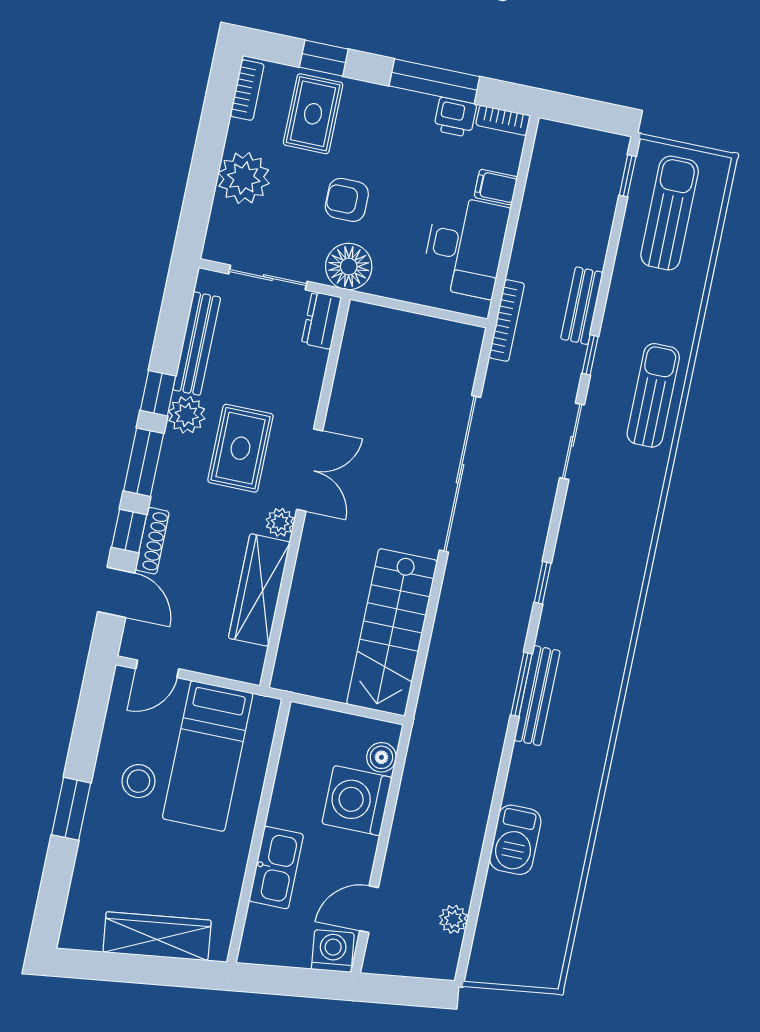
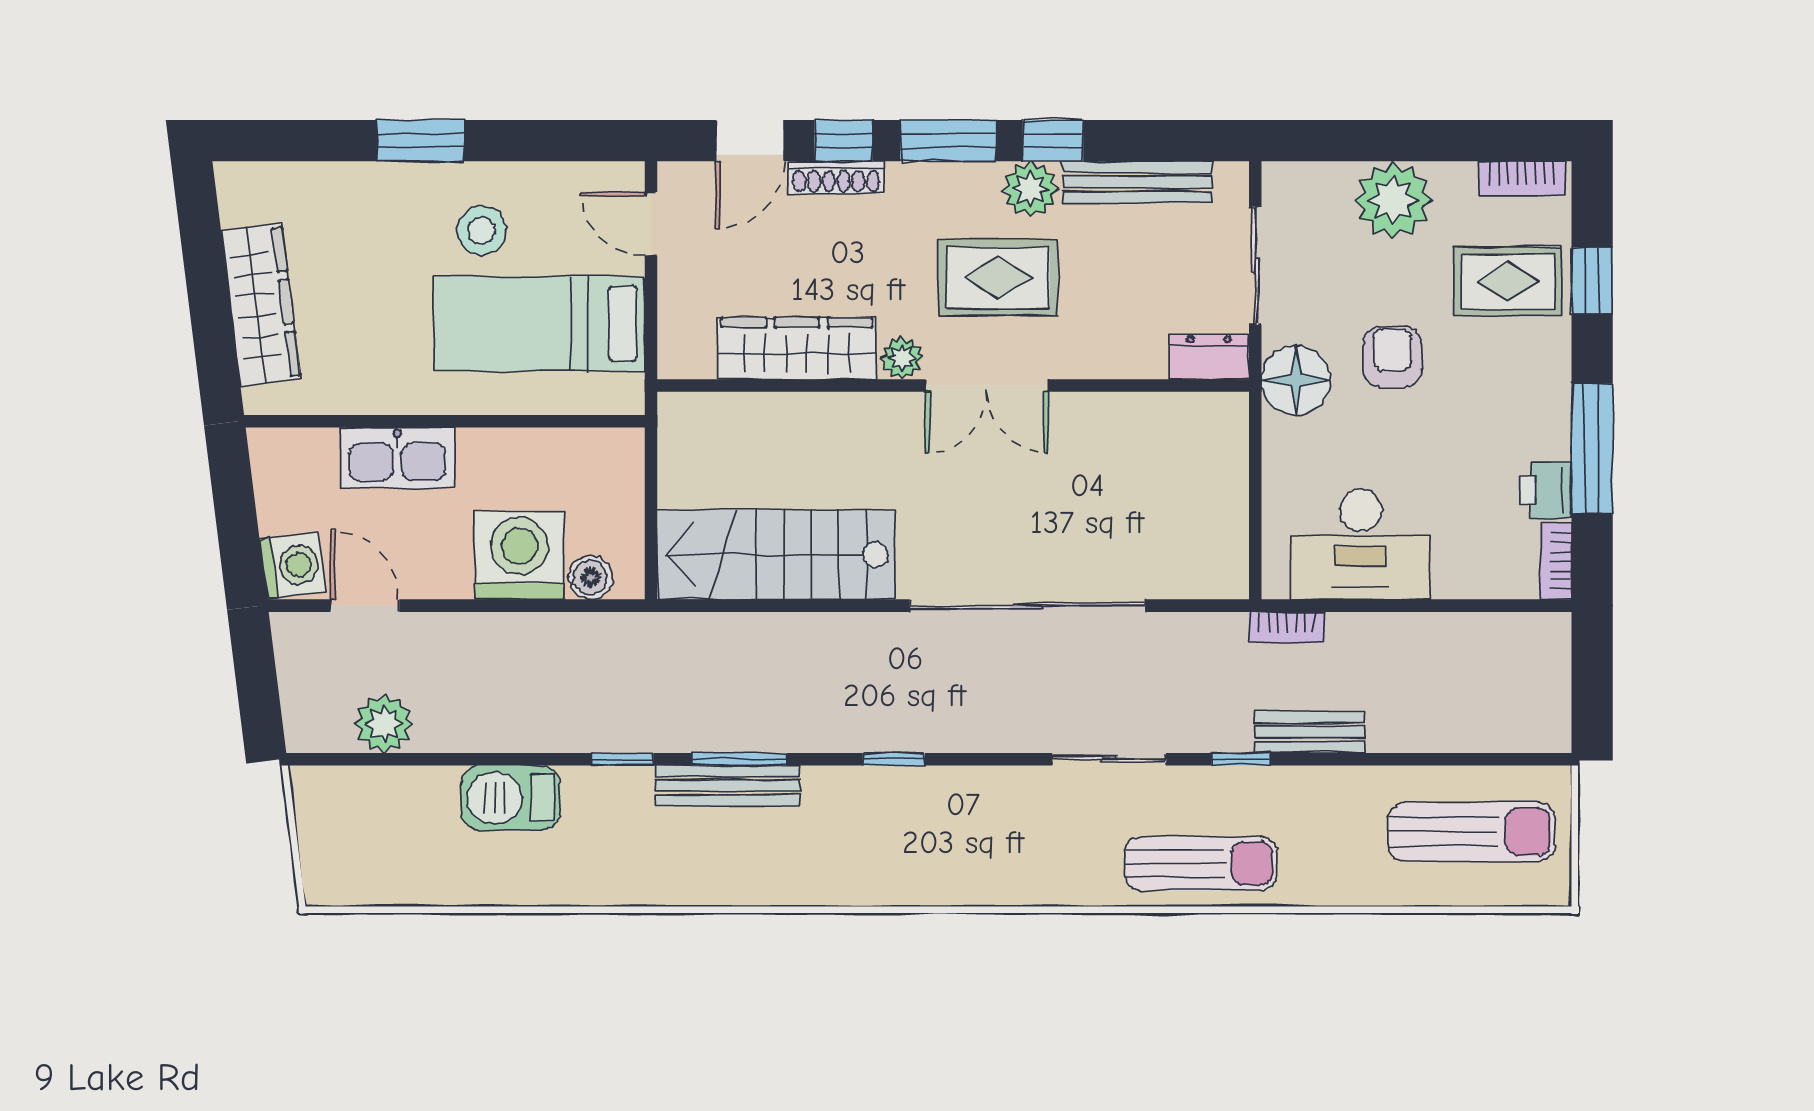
window: (628, 176) -> (622, 759), moved
filing cabinet: (496, 187) -> (1457, 571), removed
bookcase: (507, 320) -> (1287, 627), width x0.64
plant: (453, 919) -> (384, 724), width x1.38, depth x1.38

